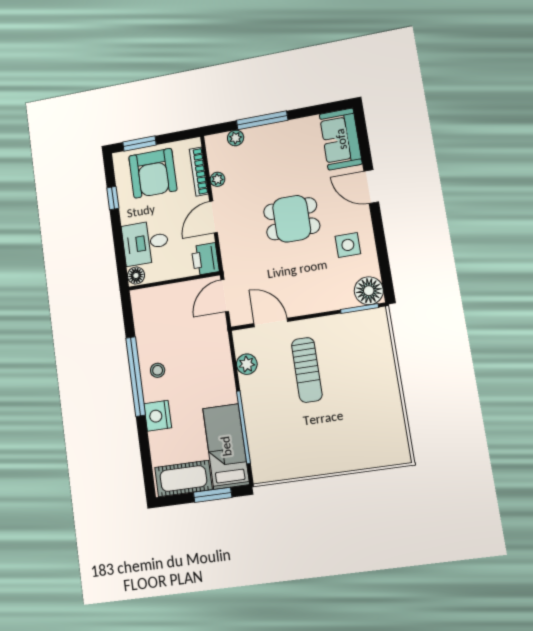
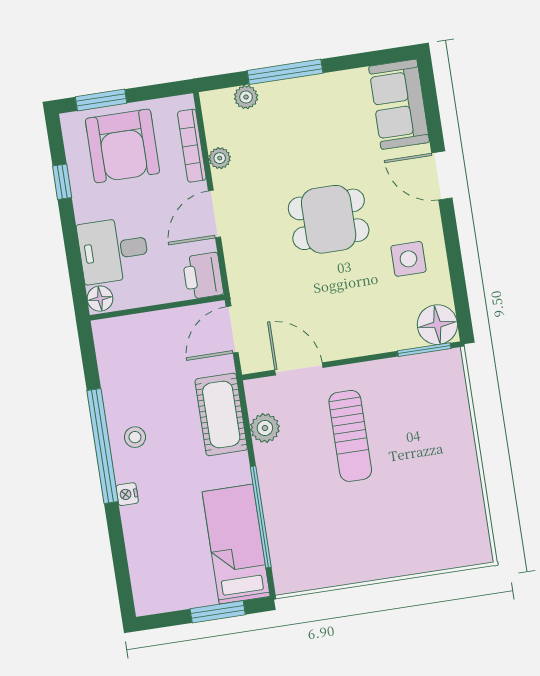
nightstand: (158, 416) -> (127, 494), width x0.53, depth x0.56
cot: (183, 479) -> (221, 414), moved, turned 90

